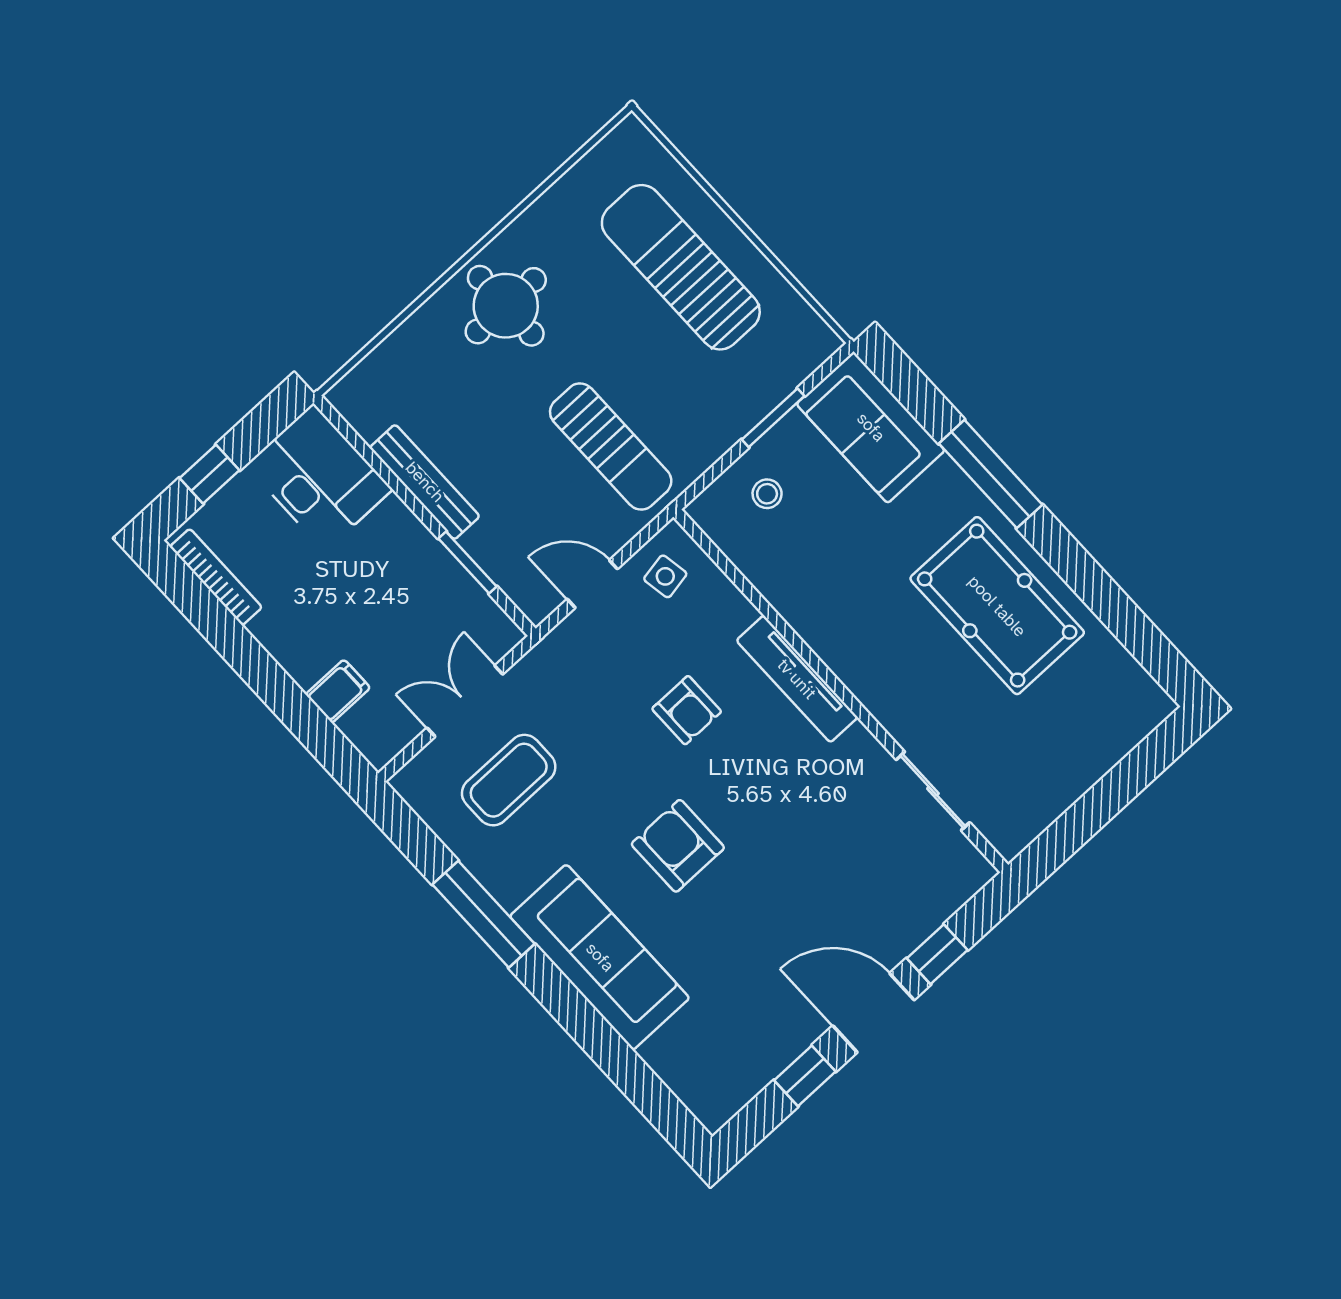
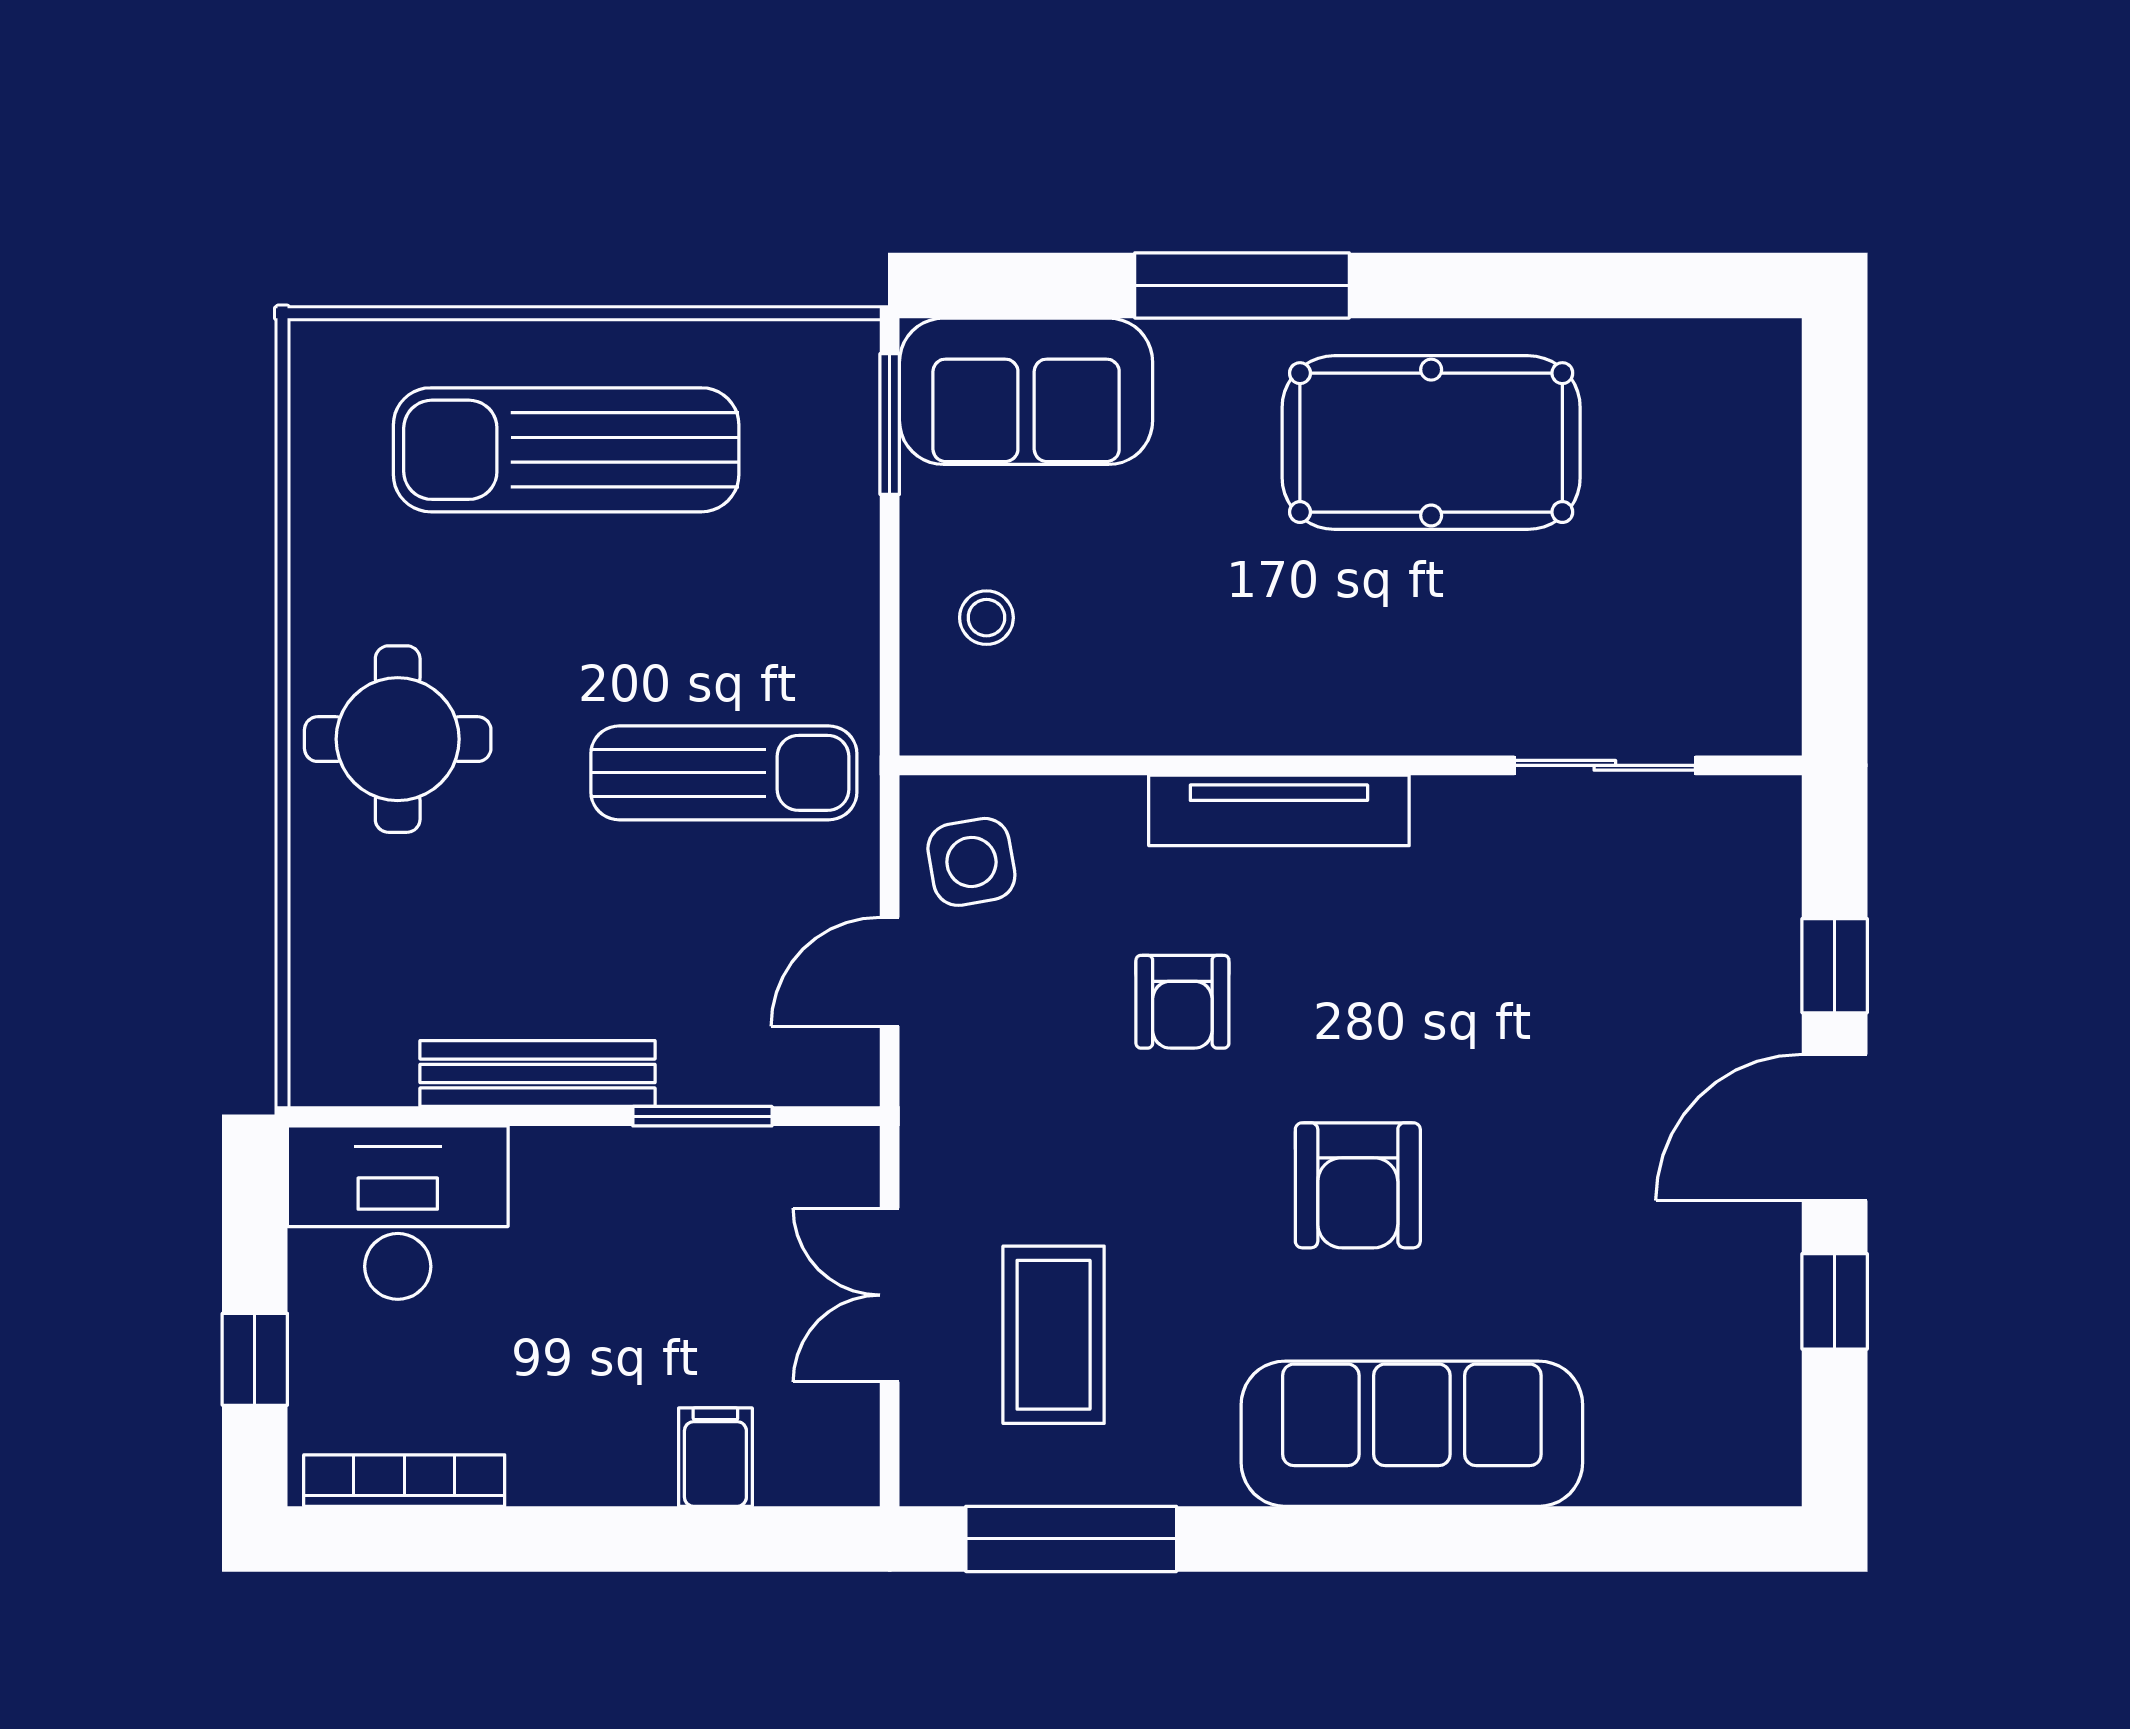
window: (773, 418) -> (890, 424), moved
side table: (665, 576) -> (971, 862), width x1.37, depth x1.37
armchair: (687, 710) -> (1182, 1002), turned 90
armchair: (678, 846) -> (1358, 1185), turned -90
window: (483, 914) -> (1071, 1539), moved

